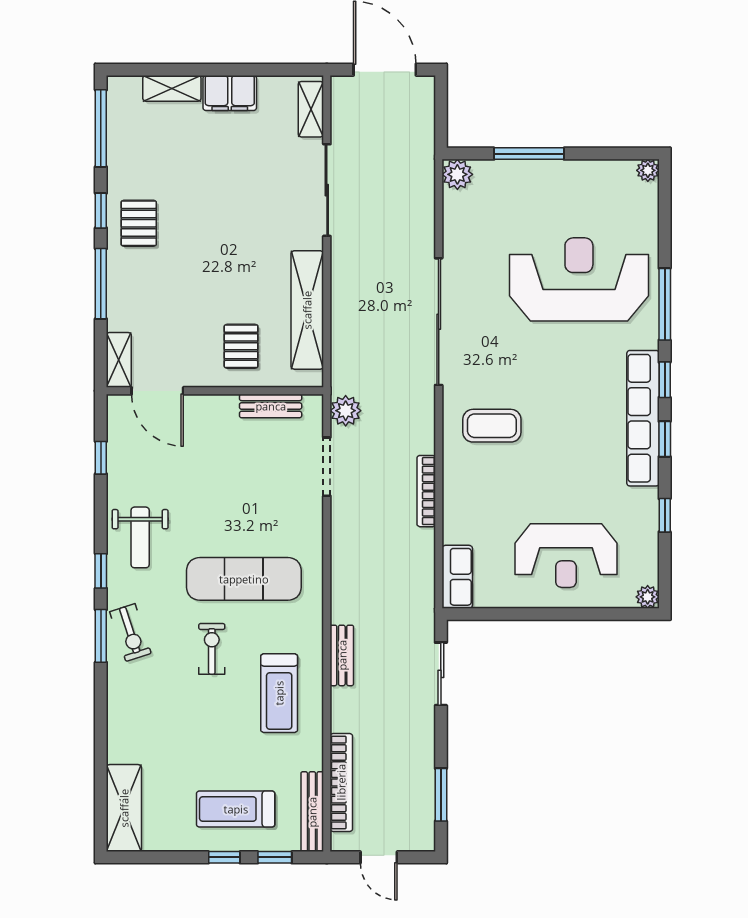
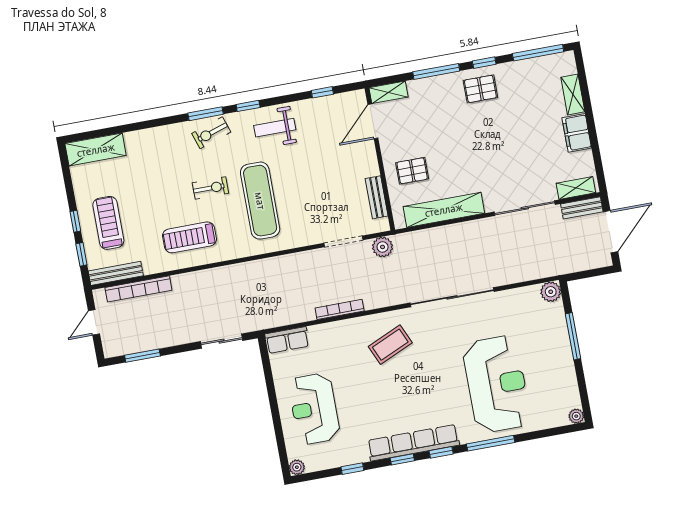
coffee table: (492, 426) -> (390, 345), turned 66
bench: (342, 655) -> (582, 208), moved

